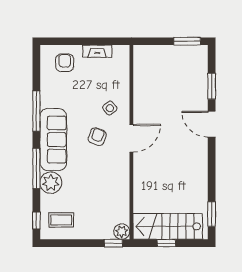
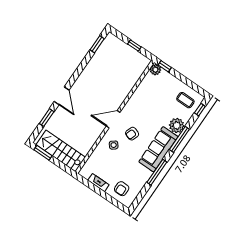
stairs: (168, 226) -> (61, 151), moved, turned 180

